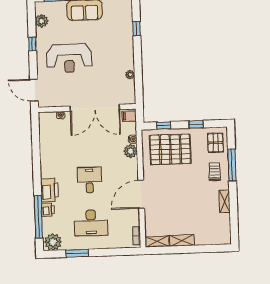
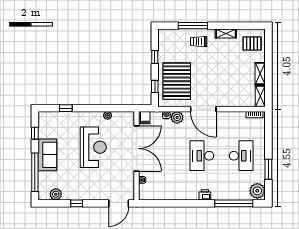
reception desk: (69, 58) -> (93, 147), moved
pallet: (215, 143) -> (252, 43), moved
desk: (89, 180) -> (202, 156), width x1.37
printer: (49, 190) -> (205, 195), width x0.53, depth x0.68
door: (141, 194) -> (203, 109), moved
printer: (48, 210) -> (228, 195), removed

